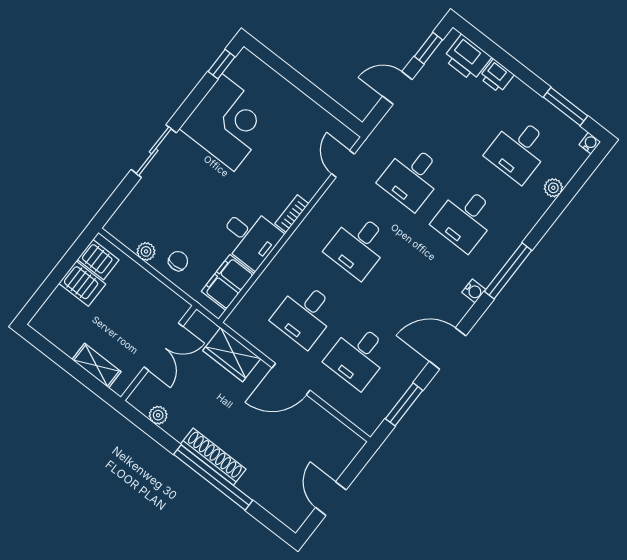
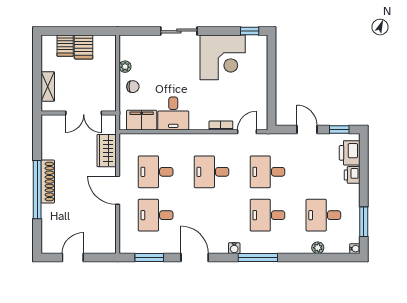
bookcase: (292, 214) -> (221, 125), moved
server rack: (98, 260) -> (65, 46), moved
plant: (158, 415) -> (47, 137), removed

